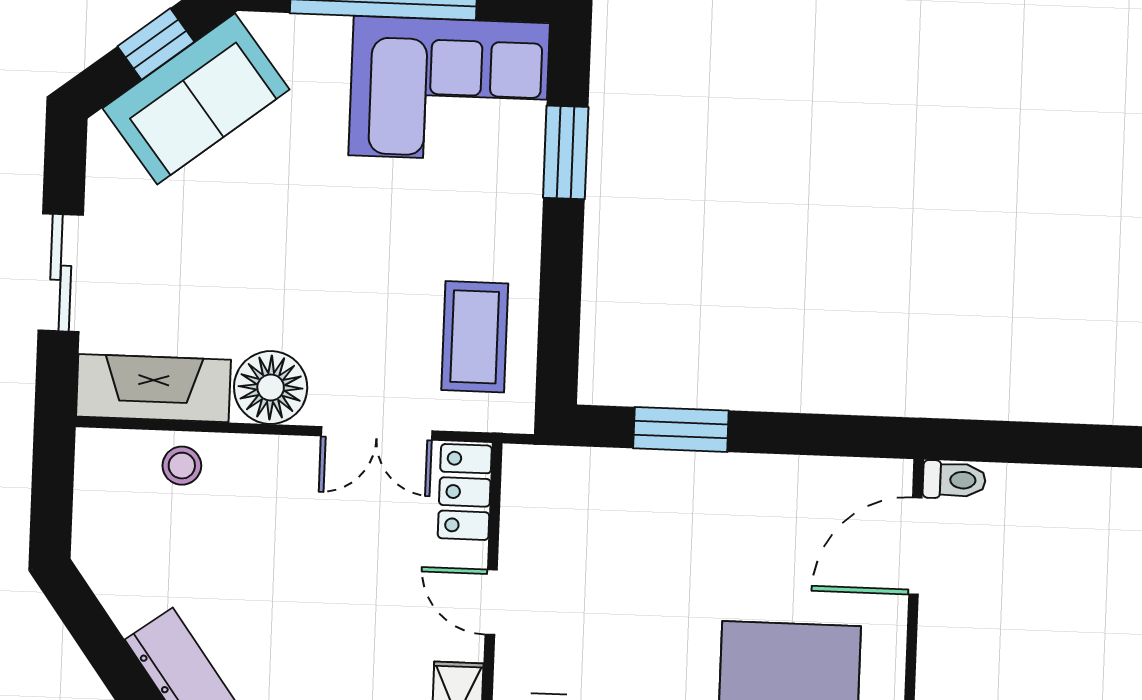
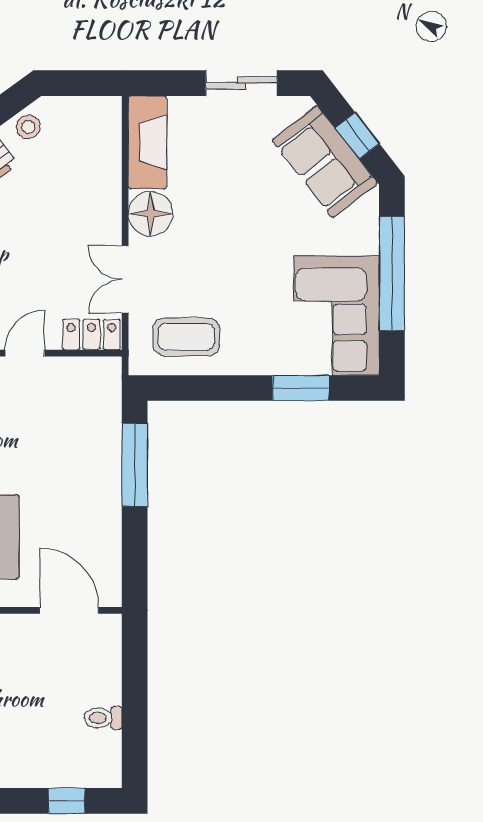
sliding door: (61, 273) -> (241, 83), moved
window: (681, 429) -> (135, 465), width x1.44
stool: (182, 466) -> (28, 127), moved
toilet: (954, 480) -> (103, 718), moved, turned 90

